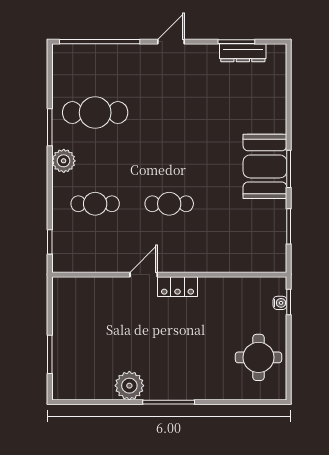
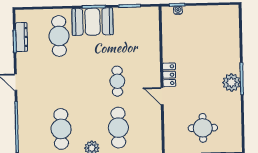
cafe table: (243, 113) -> (59, 36), added
cafe table: (95, 204) -> (118, 128), width x1.37, depth x1.35
round table: (258, 357) -> (203, 128), moved
plant: (129, 386) -> (231, 82), moved

